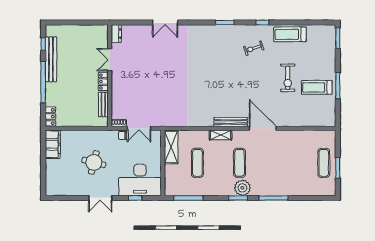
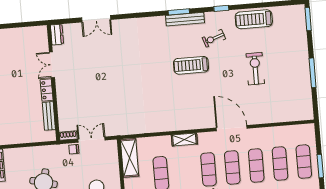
double door: (165, 22) -> (96, 19), moved
exercise bike: (288, 78) -> (255, 69), turned 180
treadmill: (317, 87) -> (191, 65), moved
bench: (231, 122) -> (185, 19), moved
double door: (139, 128) -> (92, 140), swing flipped
exercise mat: (261, 163) -> (232, 167), added
exercise mat: (282, 163) -> (256, 165), added
exercise mat: (303, 163) -> (280, 164), added

